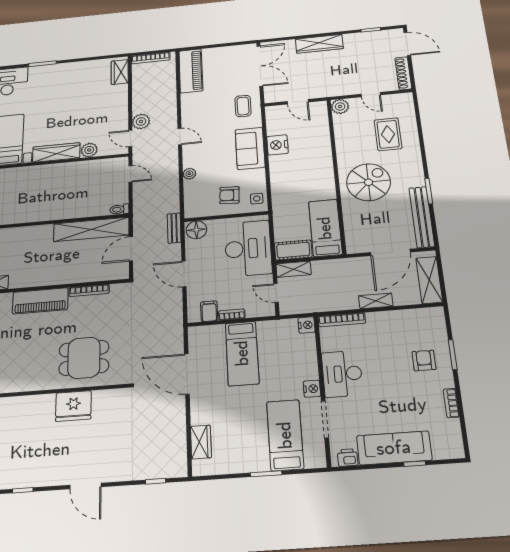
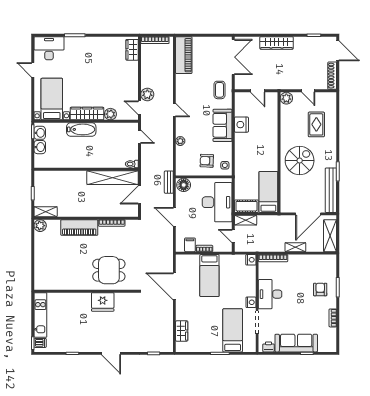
bathtub: (48, 173) -> (81, 129), added

